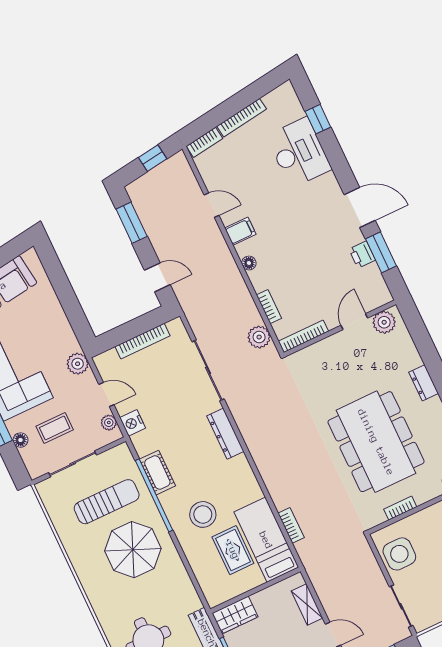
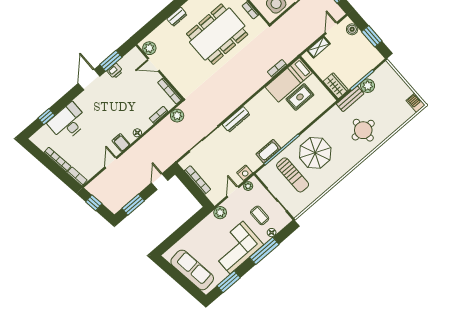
sun lounger: (107, 502) -> (293, 175), turned 180
stool: (203, 514) -> (285, 119), removed

